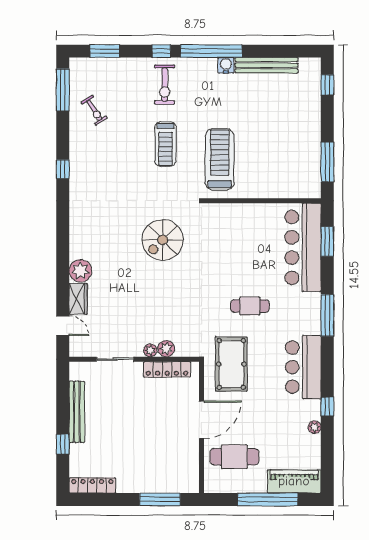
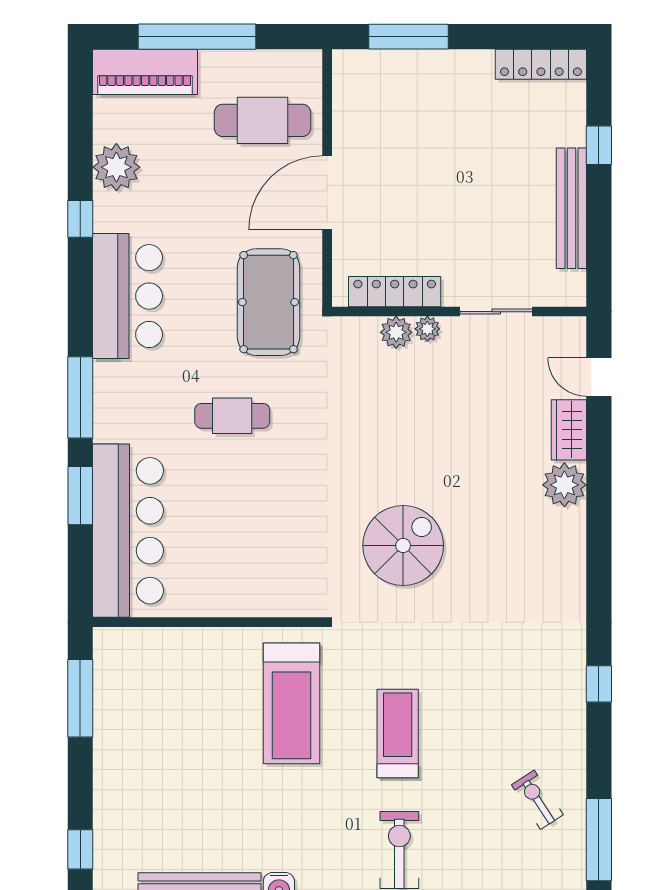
window: (327, 241) -> (80, 496), moved
plant: (315, 427) -> (116, 167), width x1.88, depth x1.88

